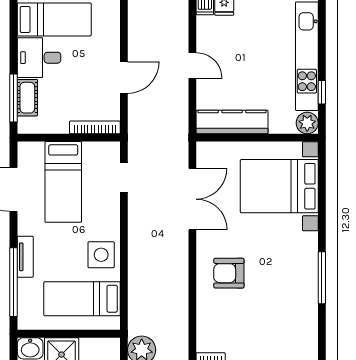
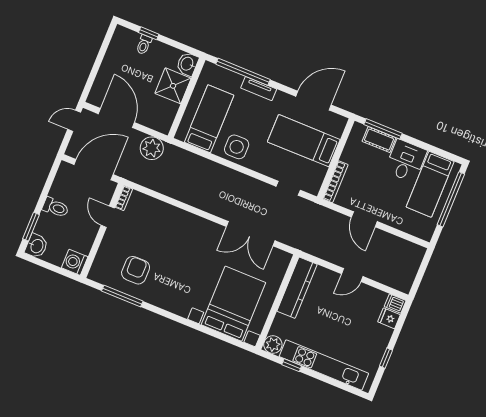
armchair: (229, 273) -> (136, 270), moved
window: (322, 278) -> (122, 296), moved

